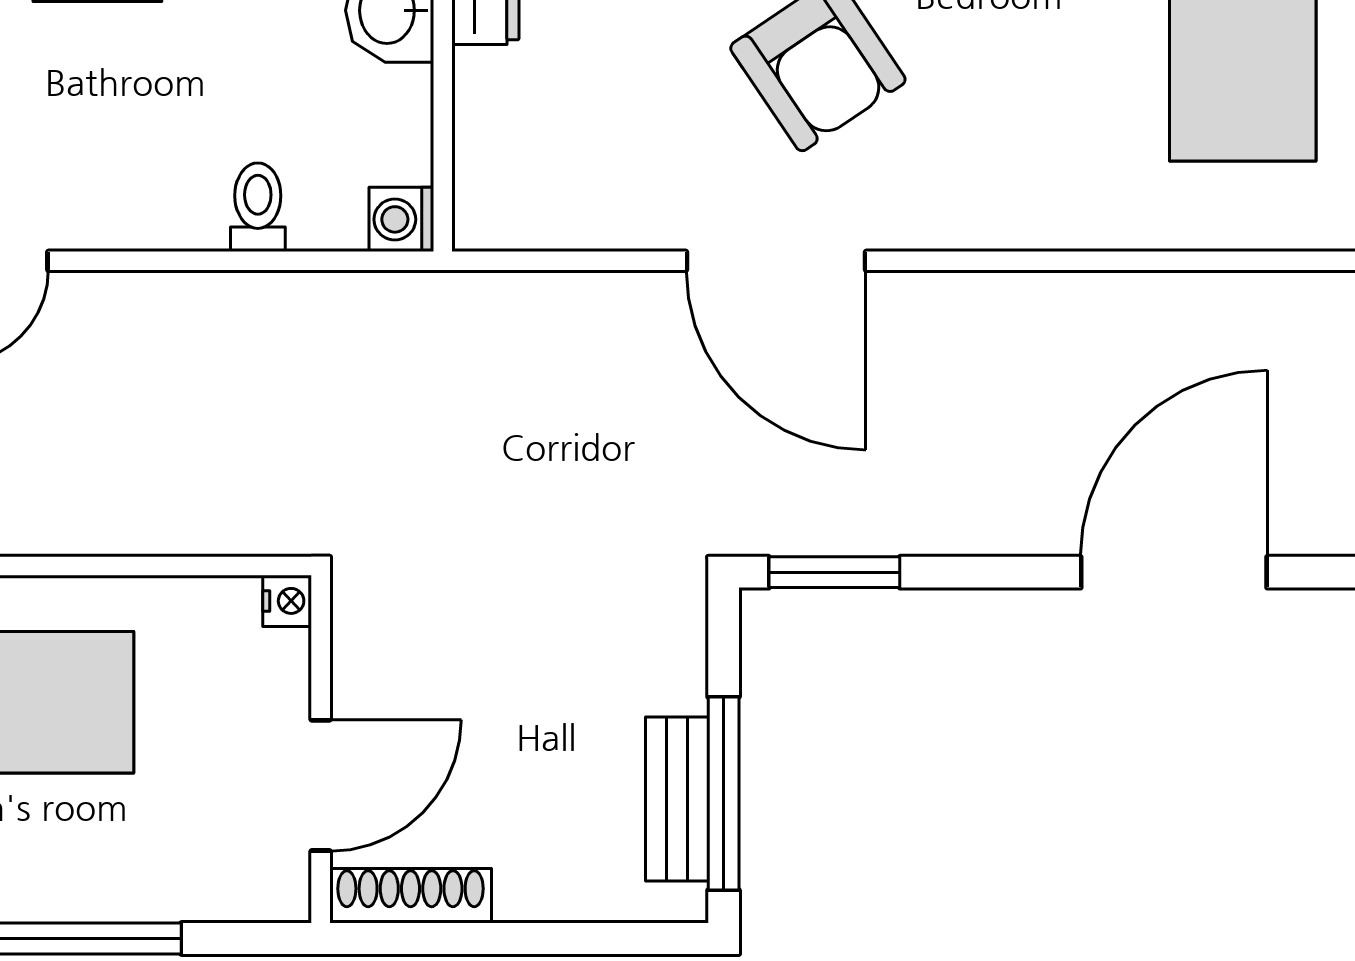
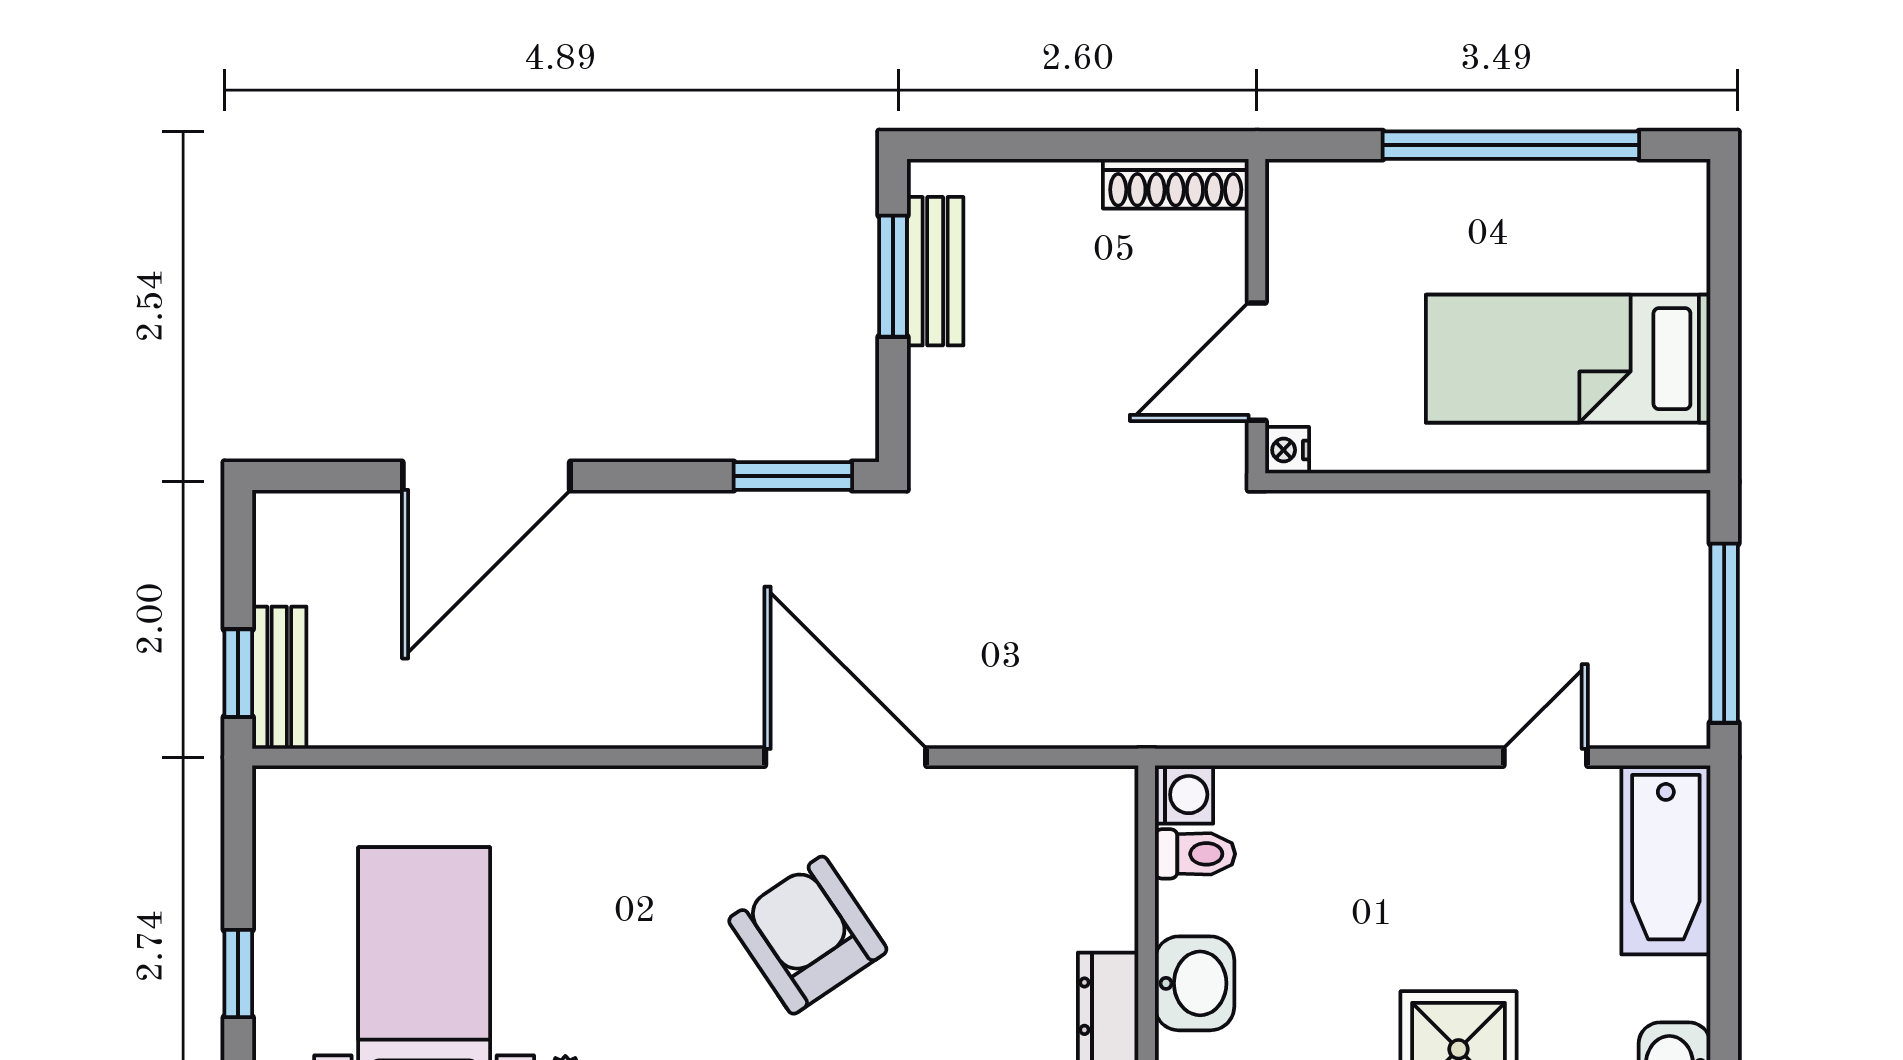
toilet: (258, 207) -> (1195, 854), moved, turned -90
door: (321, 785) -> (1257, 362), moved
window: (724, 794) -> (893, 276), width x0.69

